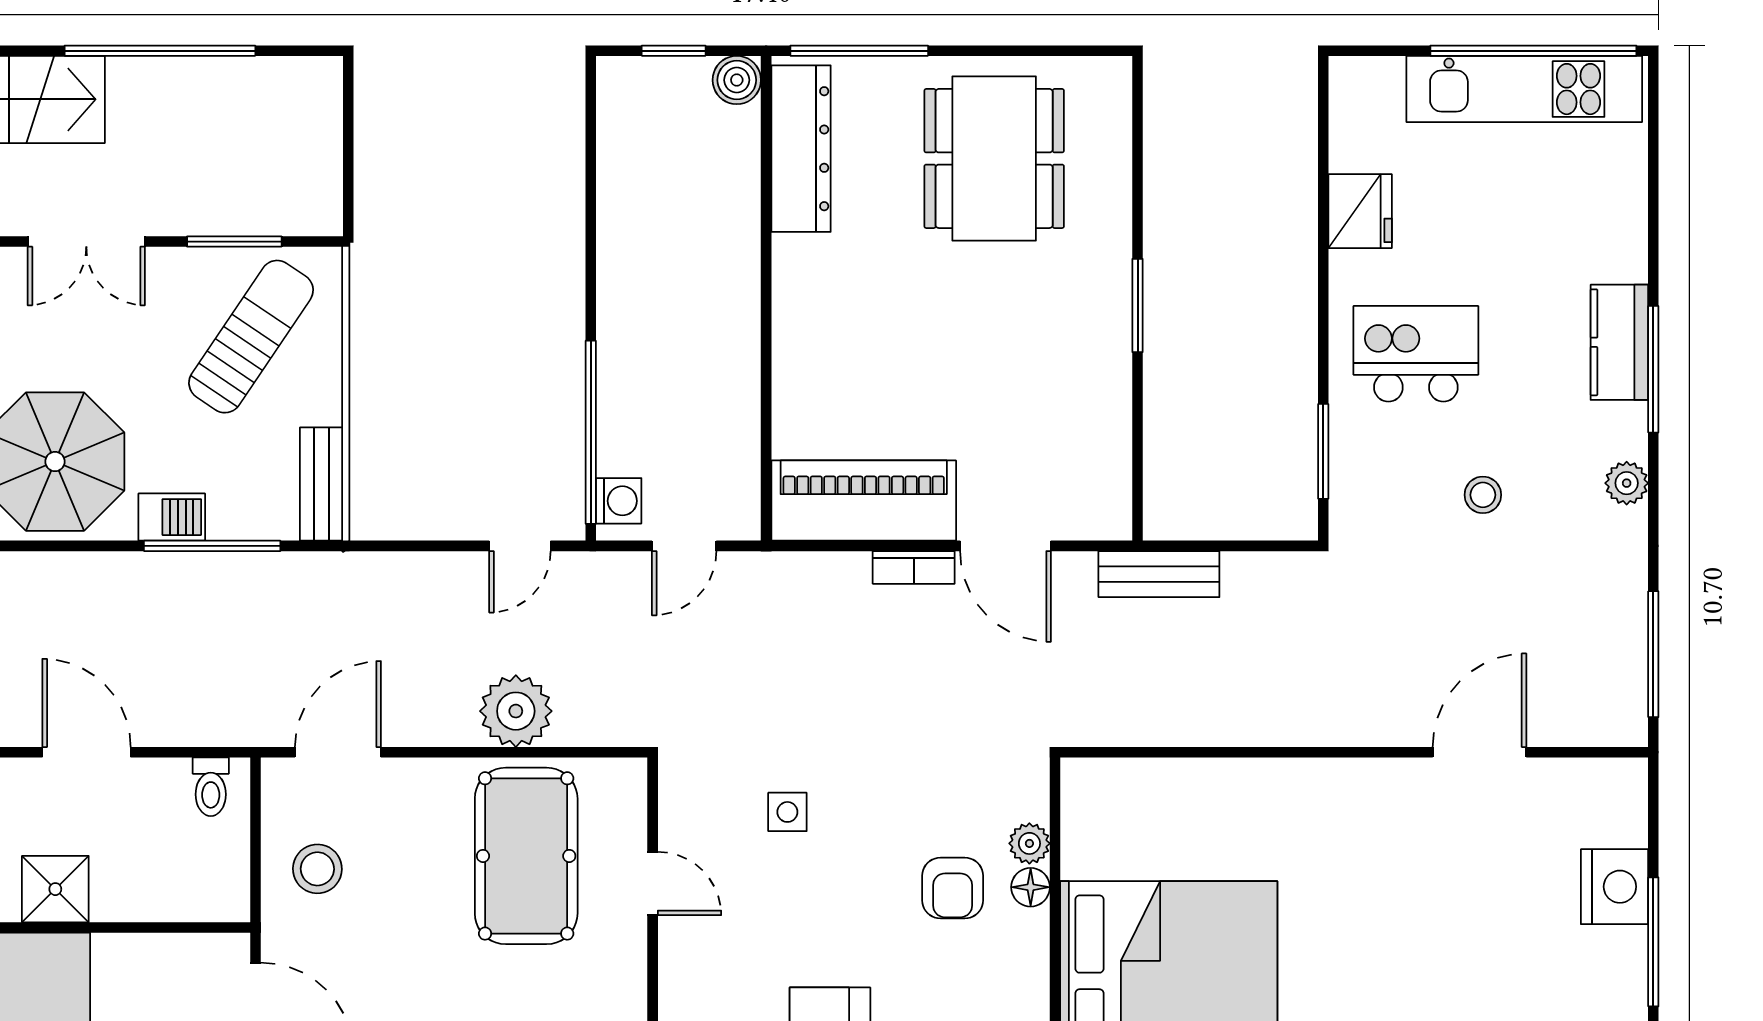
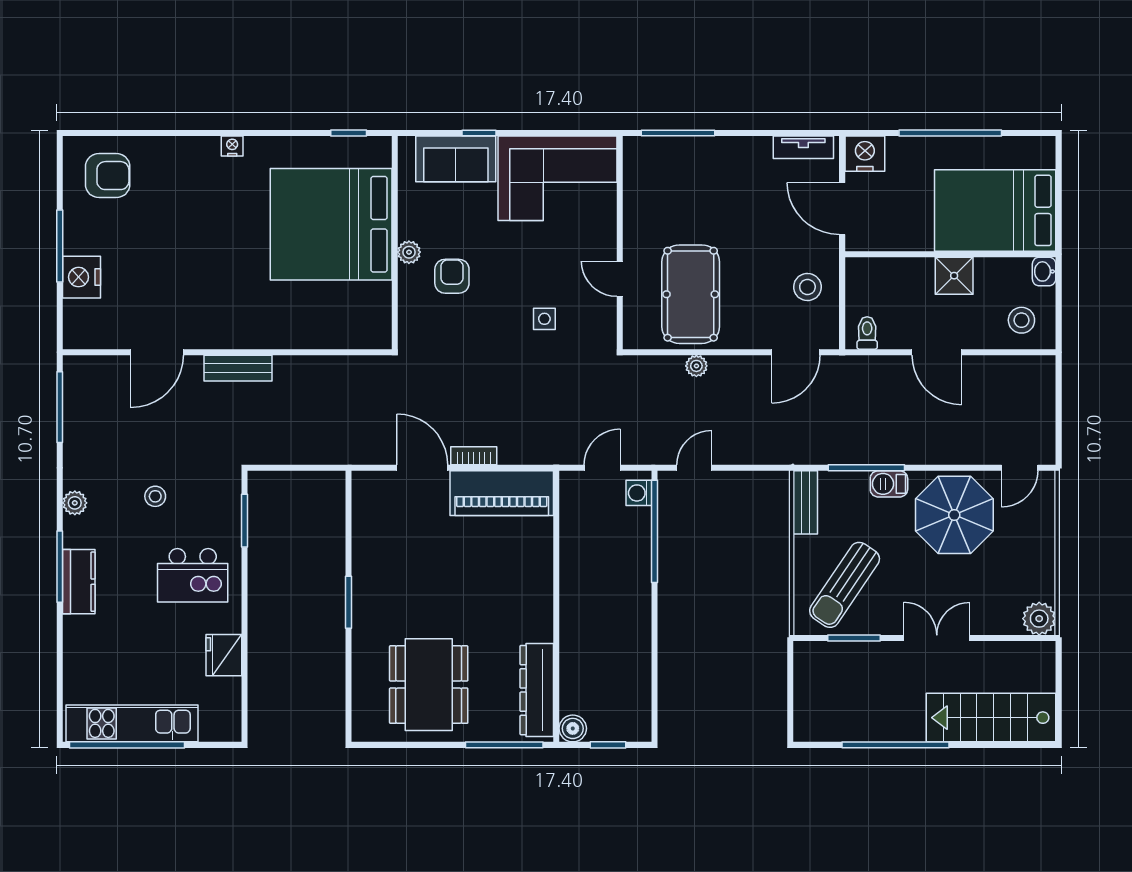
bench: (1159, 574) -> (238, 368), moved
plant: (516, 711) -> (696, 366), width x0.53, depth x0.53
plant: (1029, 843) -> (409, 252), moved
floor lamp: (1031, 887) -> (408, 277), removed

